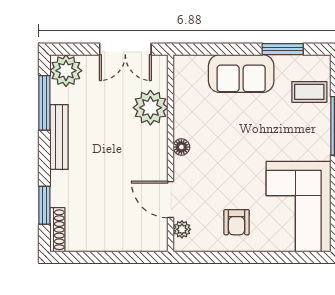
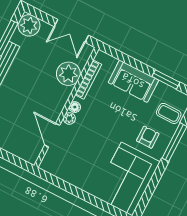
bookcase: (181, 102) -> (88, 80), added
armchair: (237, 222) -> (148, 137), moved, turned 180
plant: (182, 229) -> (69, 118), moved

